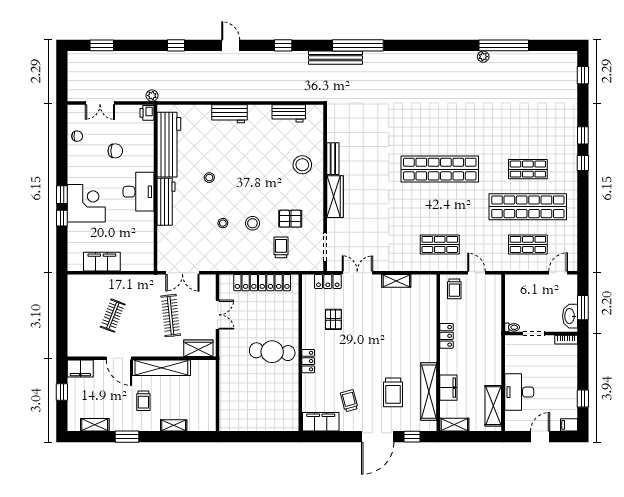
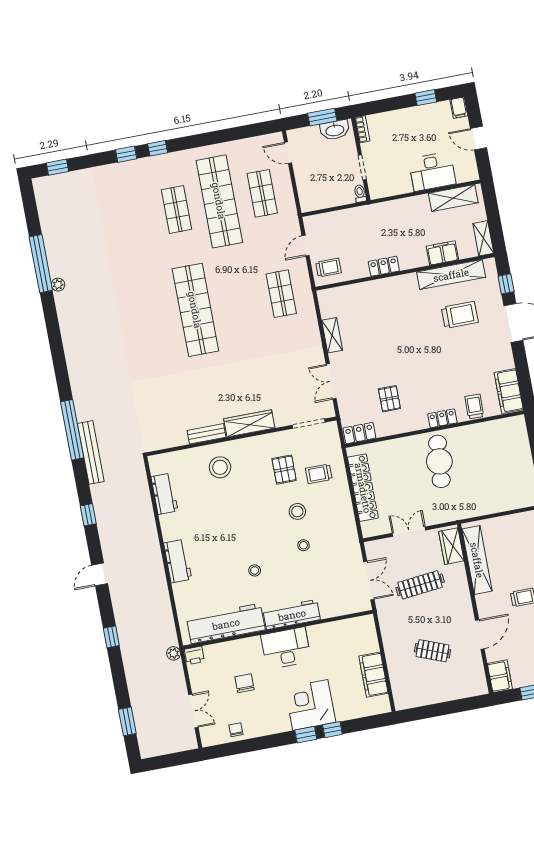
locker: (328, 282) -> (359, 433), moved, turned -90
pallet: (333, 319) -> (389, 399), turned 90
shelving: (161, 368) -> (477, 560), moved
trolley: (349, 401) -> (474, 407), moved, turned 106

